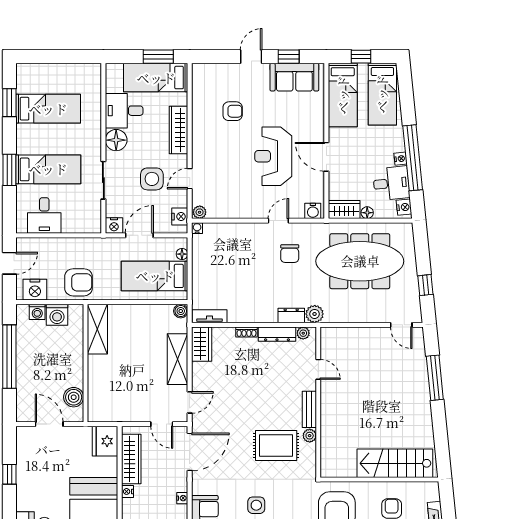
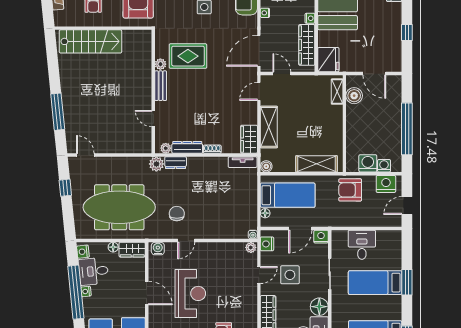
desk: (44, 215) -> (362, 245), moved
shelving: (97, 329) -> (317, 164), moved, turned 90
shelving: (94, 402) -> (337, 92), added

